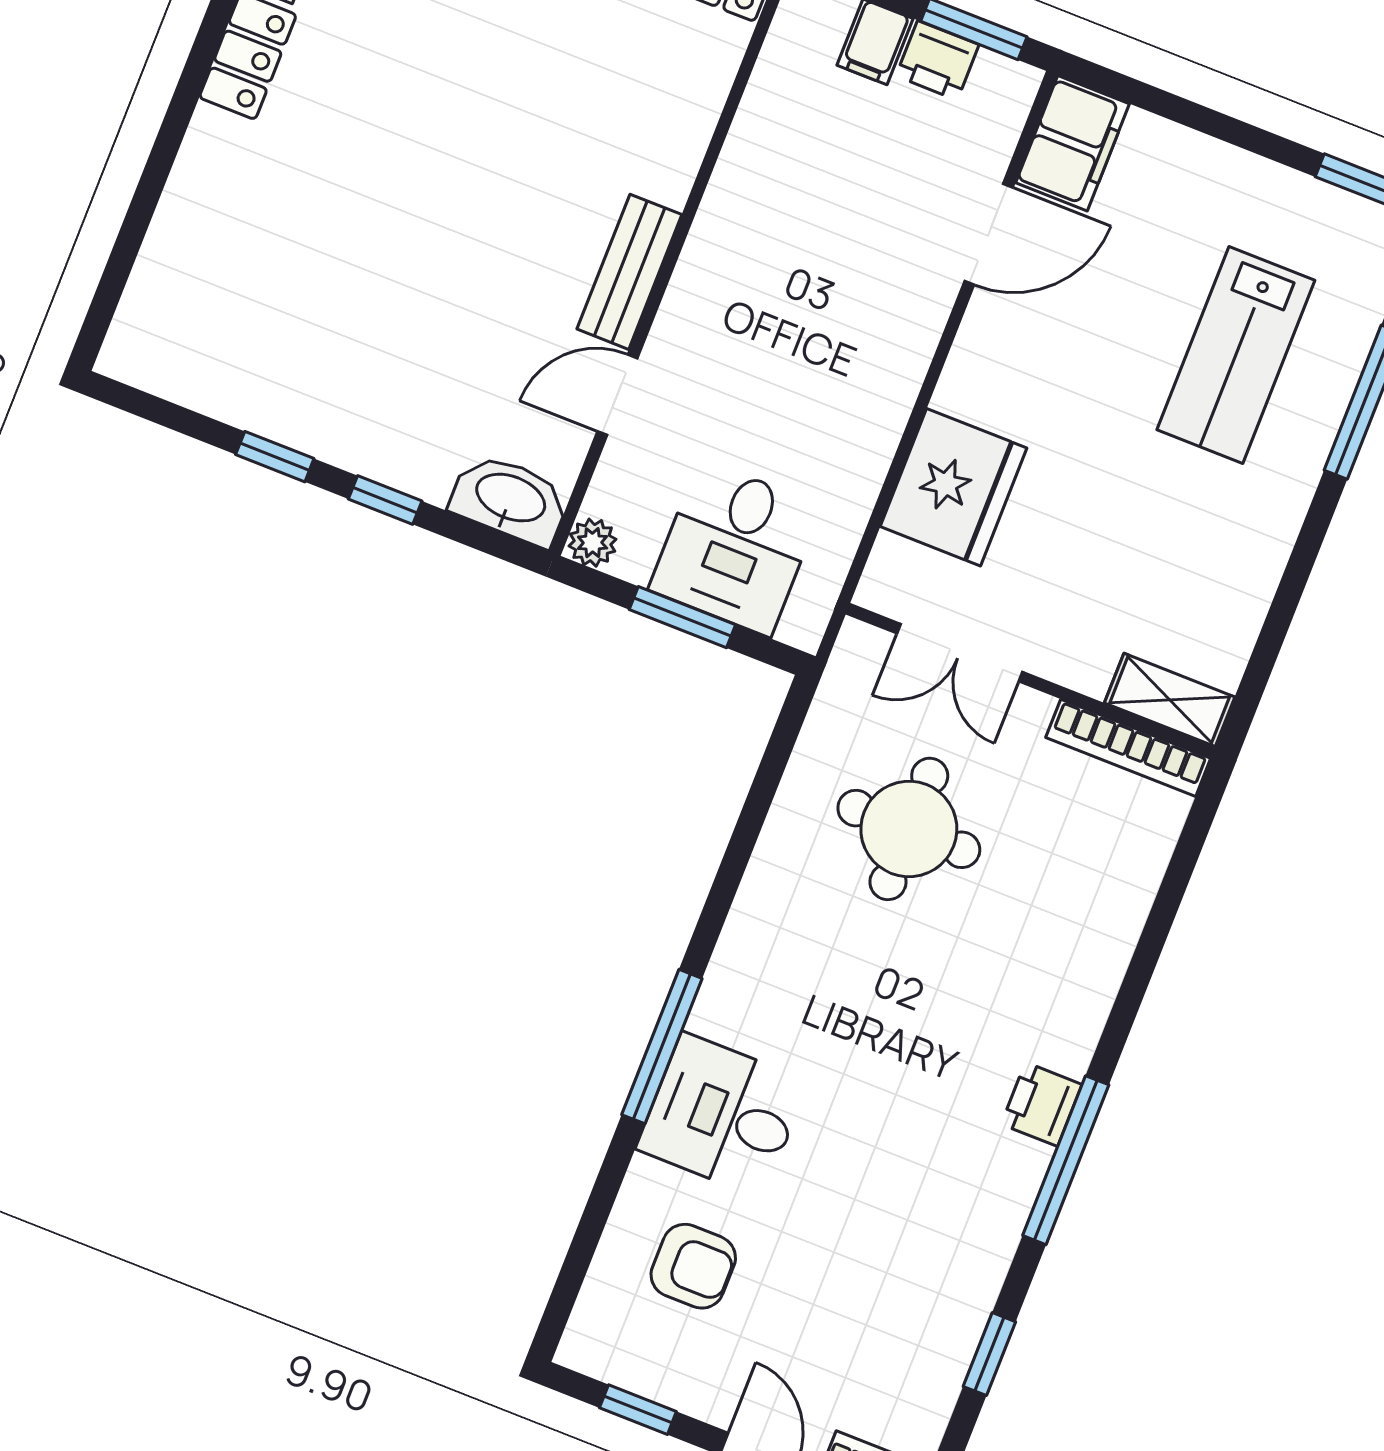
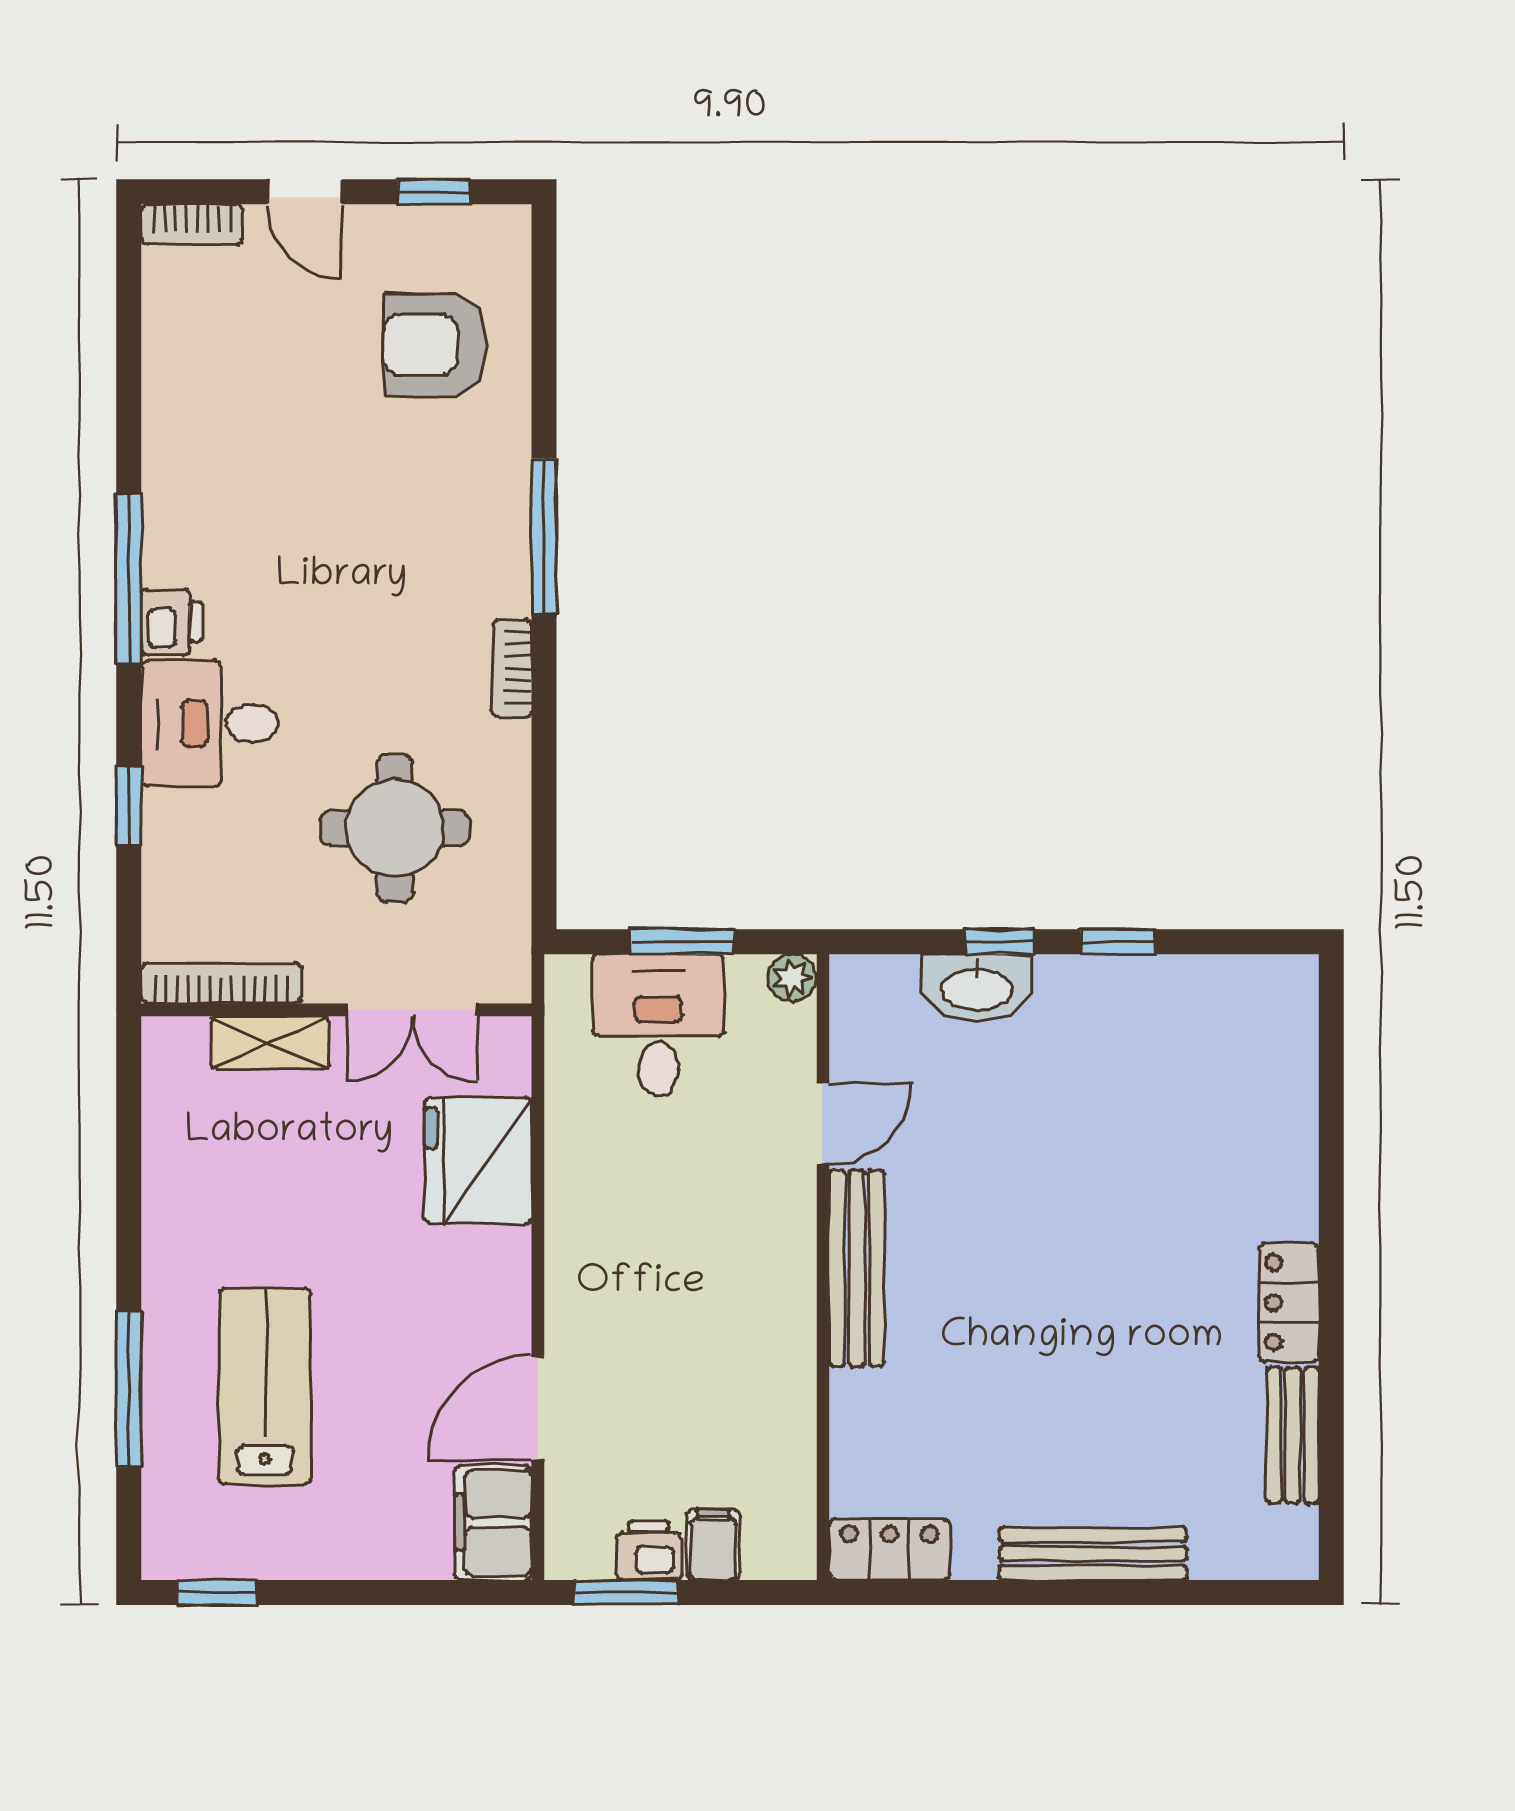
bench: (629, 272) -> (857, 1268), width x1.36
washbasin: (510, 499) -> (977, 988), moved
double door: (960, 653) -> (412, 1010), swing flipped
shelving: (1170, 700) -> (270, 1043), moved
bookcase: (740, 935) -> (512, 668), added
desk: (722, 1115) -> (210, 723), moved, turned 180
armchair: (693, 1266) -> (435, 345), width x1.38, depth x1.38
window: (989, 1354) -> (129, 805), moved

